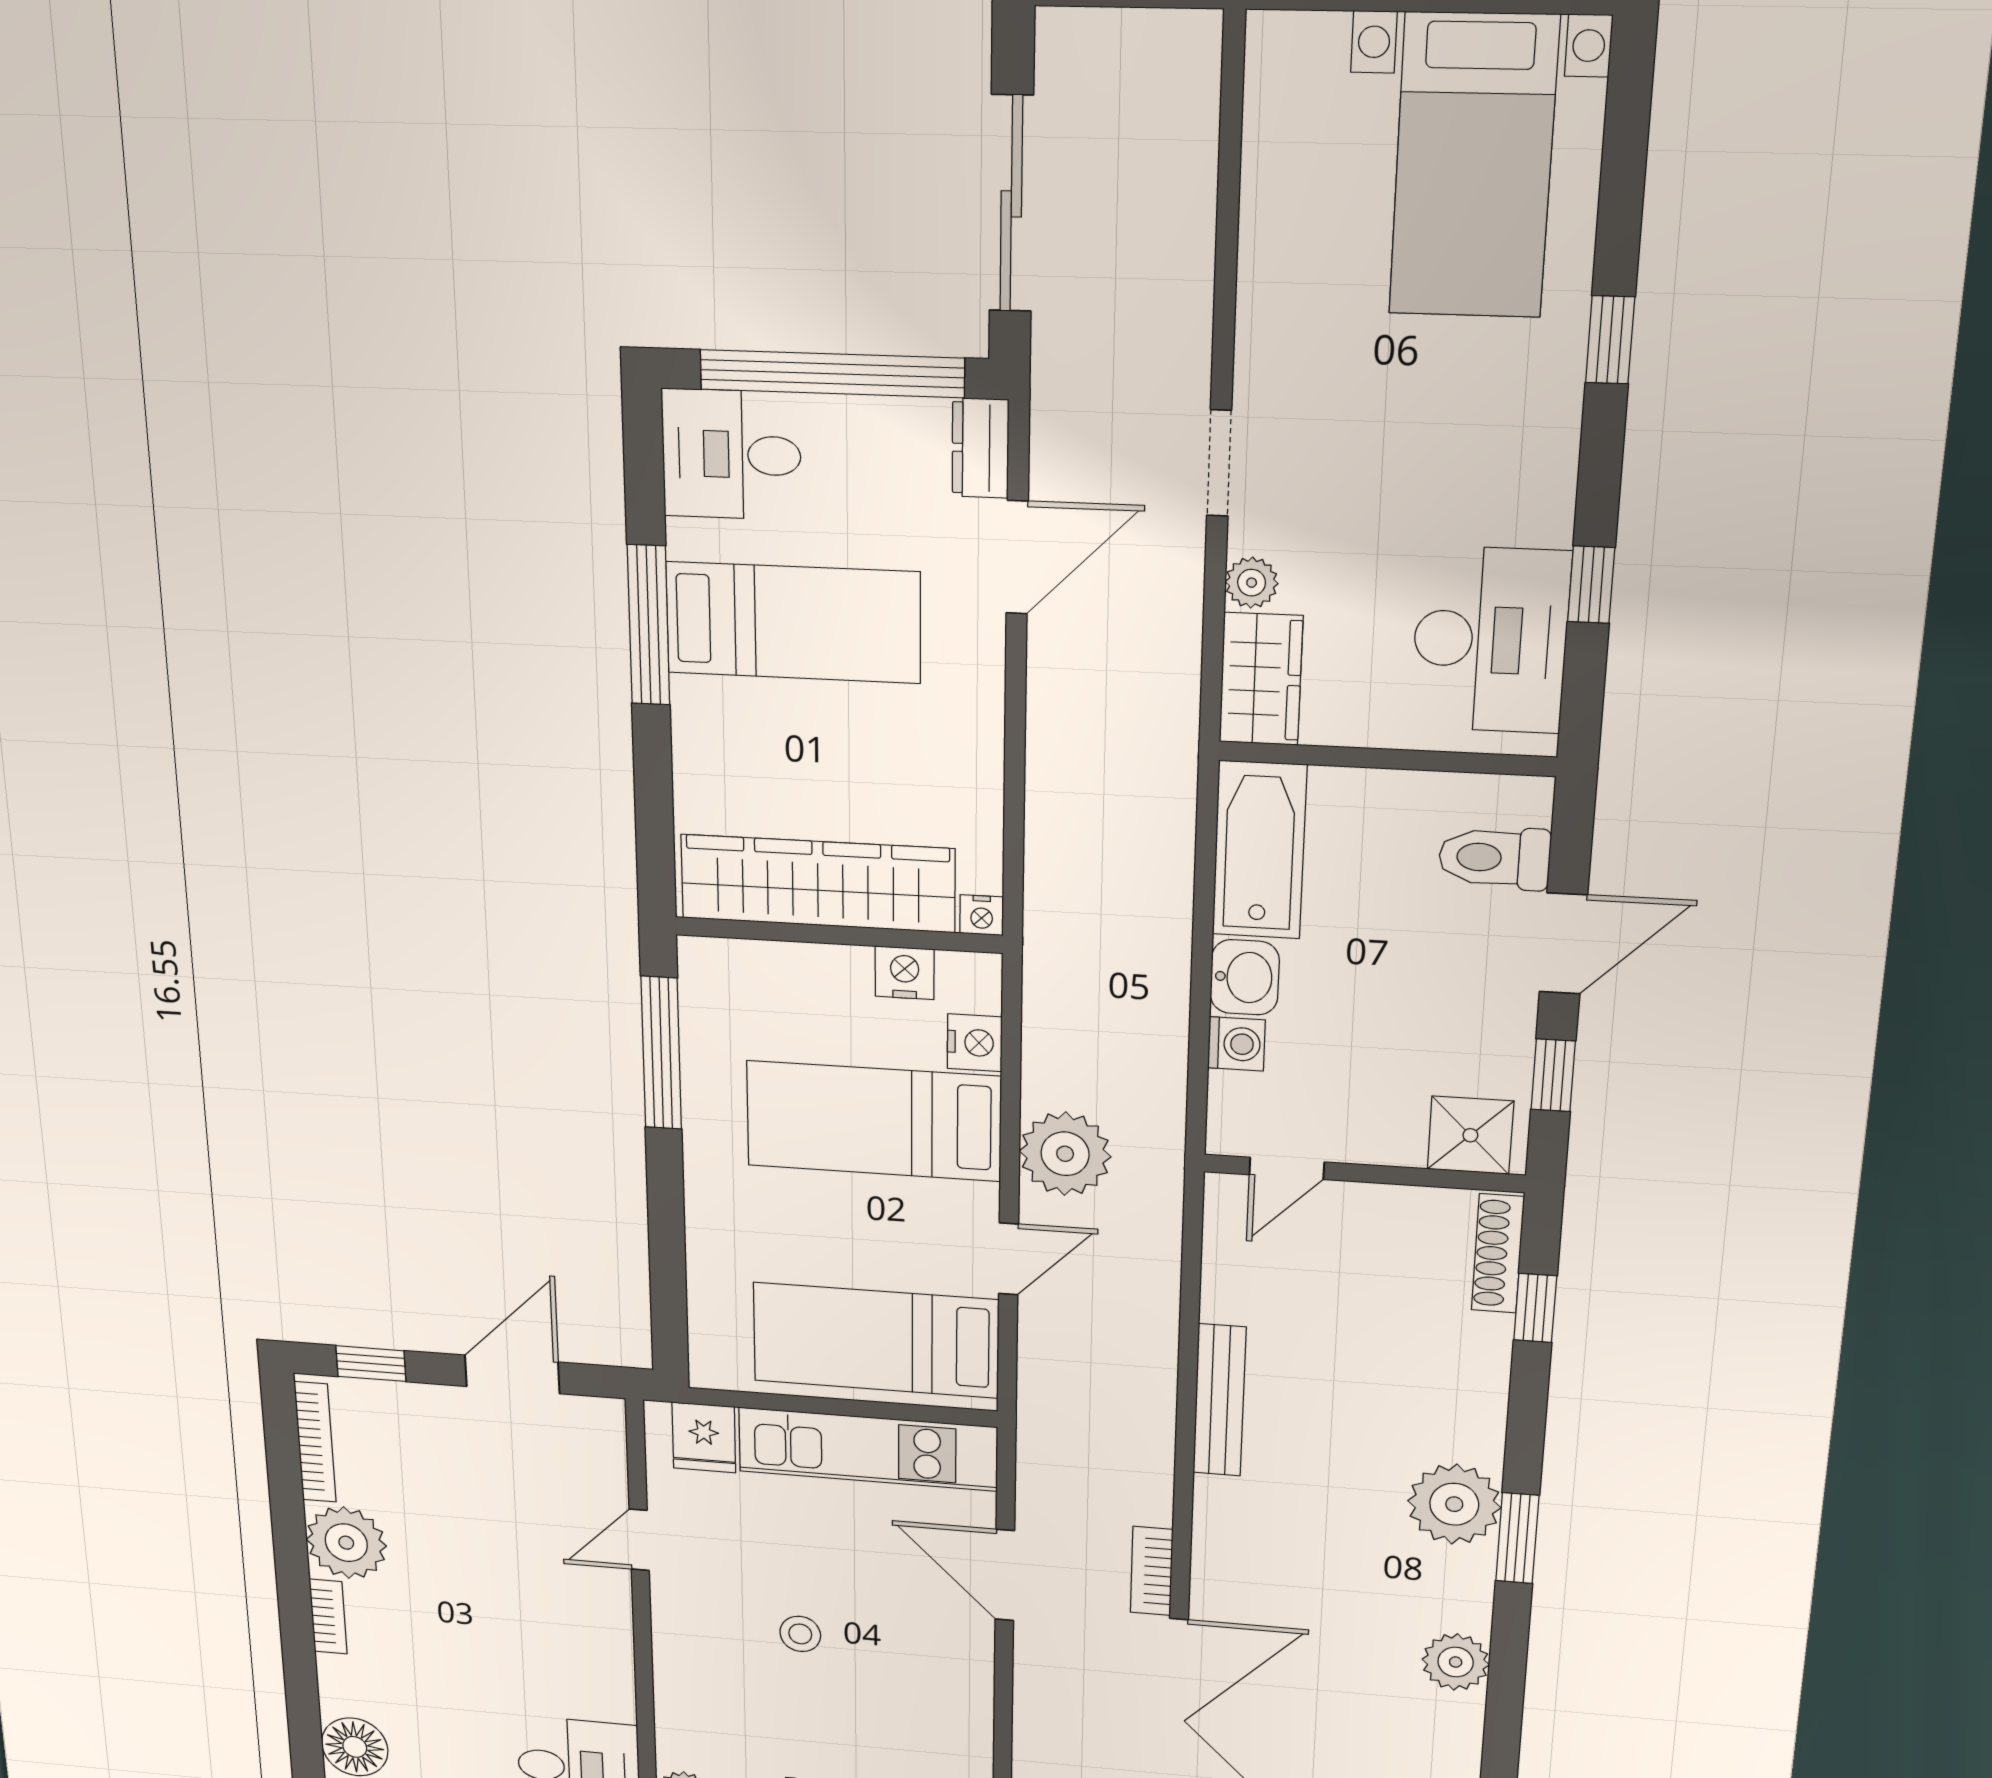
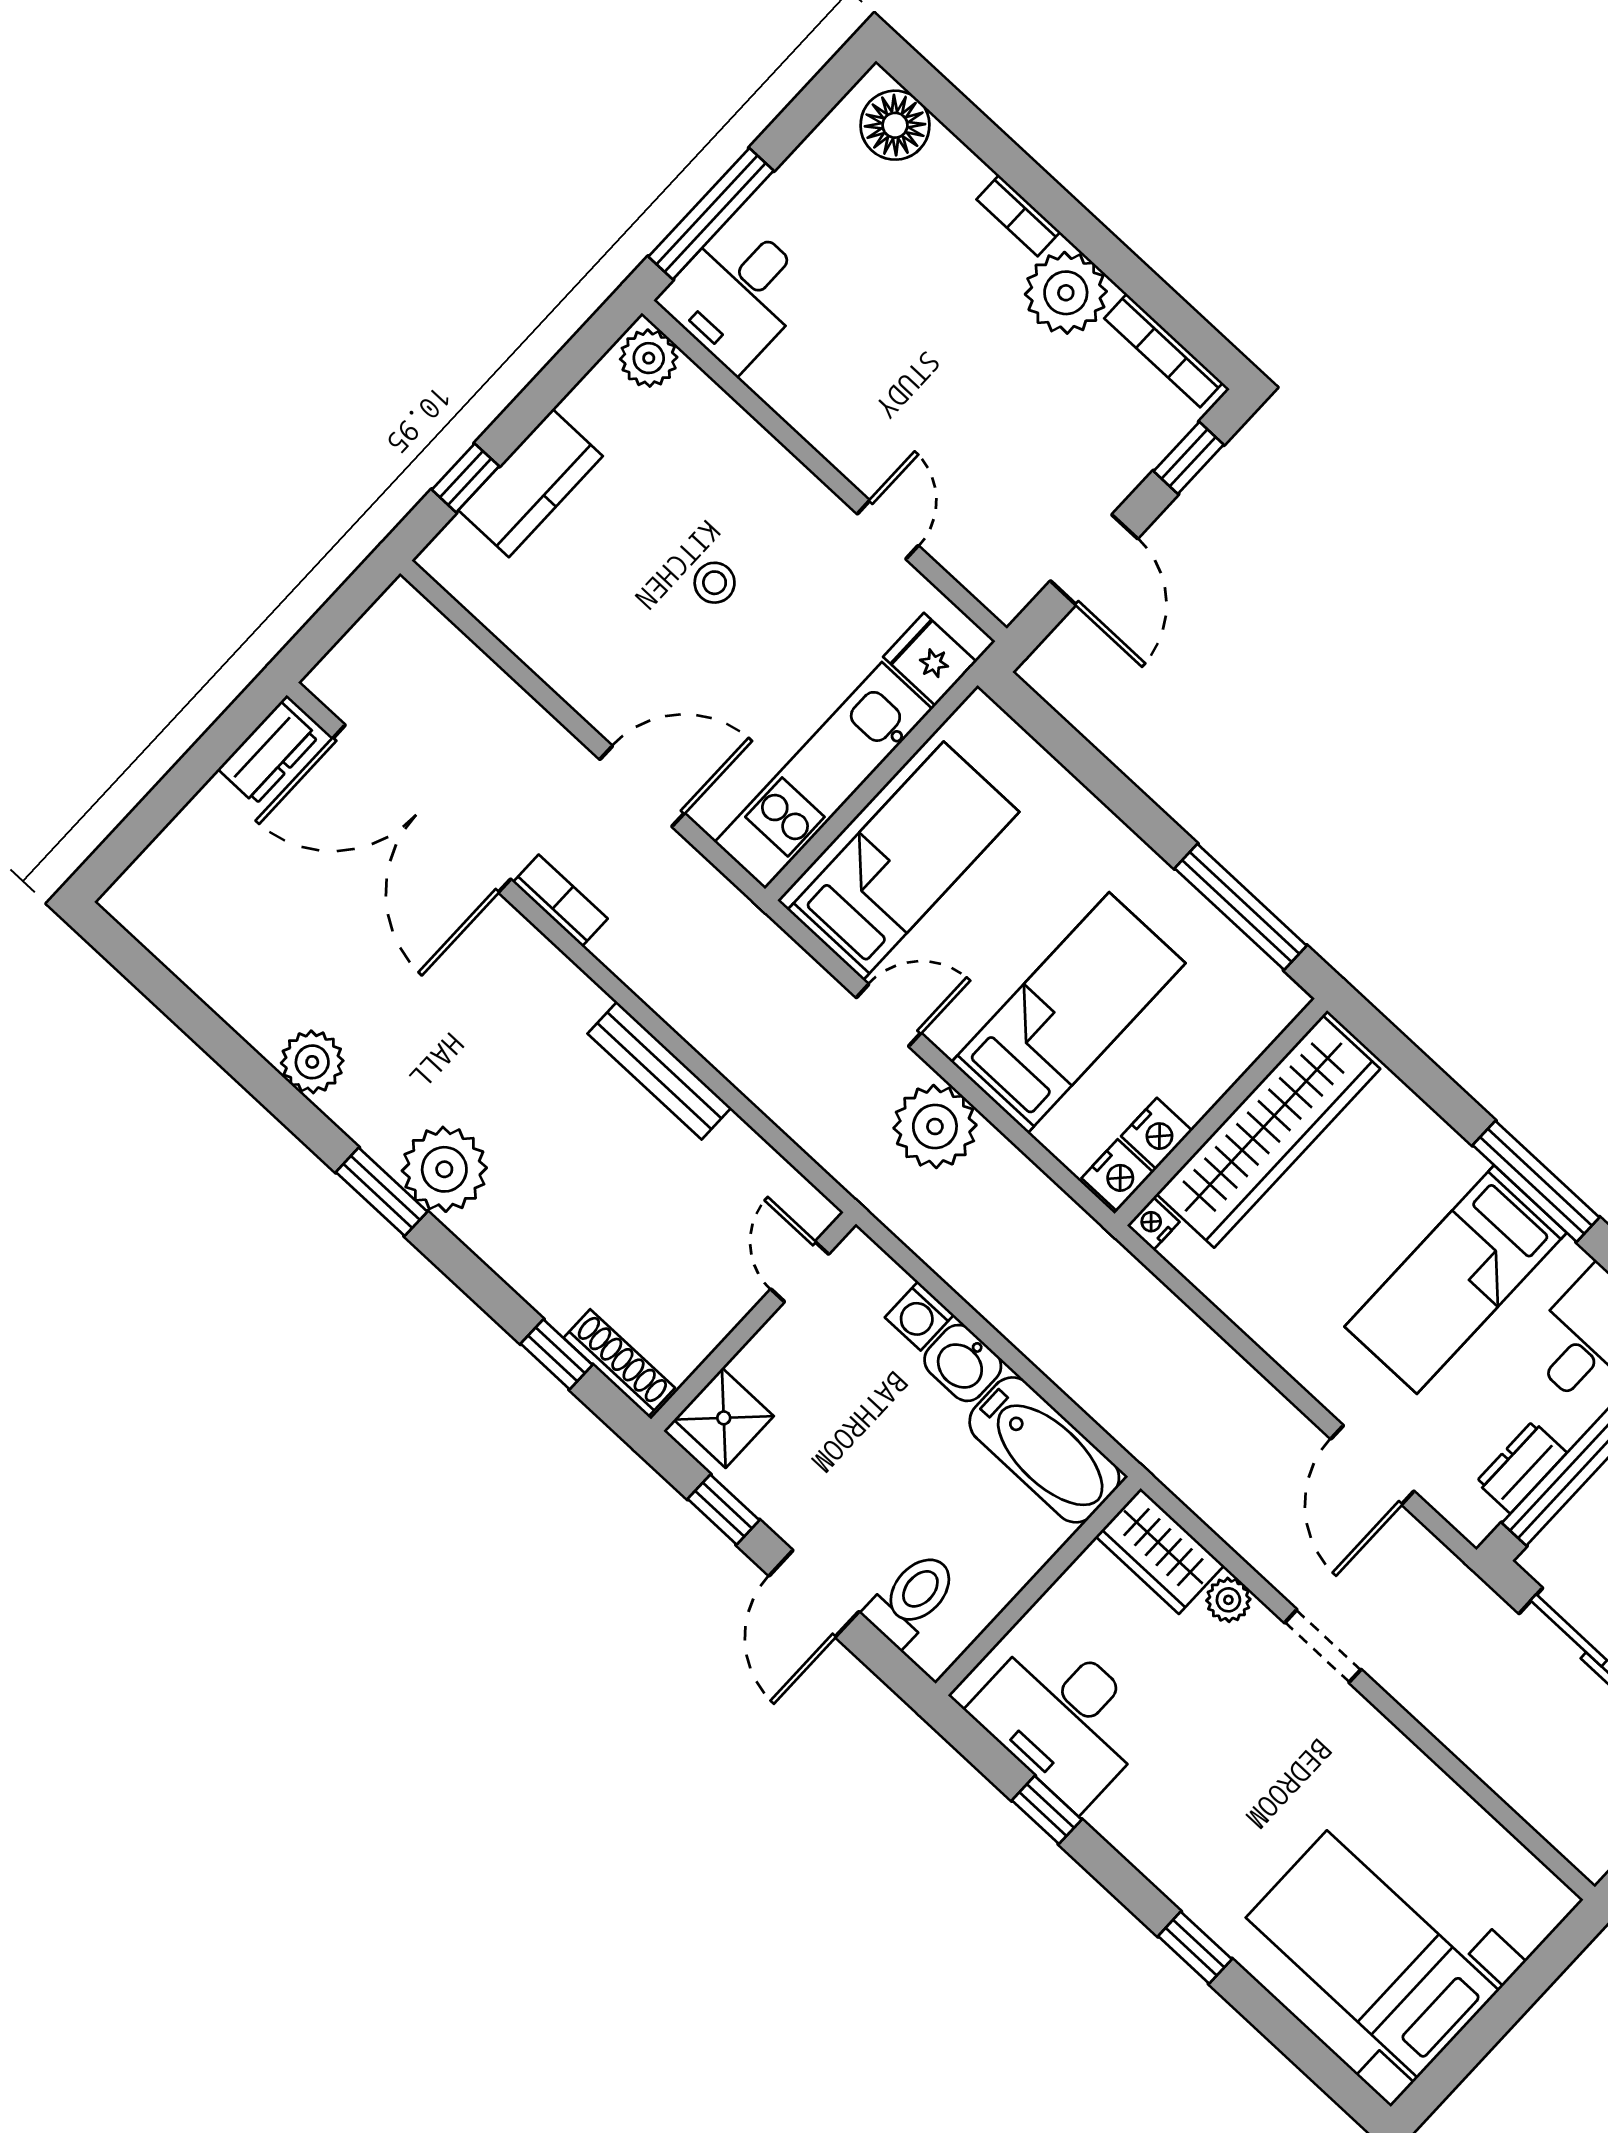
dresser: (980, 448) -> (1522, 1467), moved, turned -90
nightstand: (975, 1043) -> (1117, 1175), moved, turned -90
door: (1009, 1259) -> (889, 1015), swing flipped

